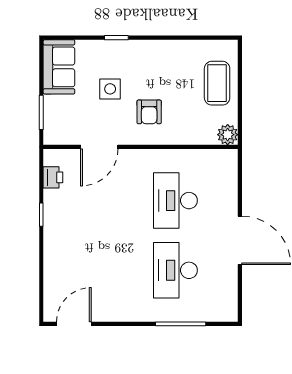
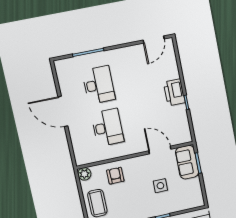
sofa: (59, 67) -> (187, 162), moved
armchair: (149, 112) -> (115, 176), moved
door: (99, 147) -> (160, 150), hinge flipped
printer: (53, 177) -> (174, 92), moved, width x1.87, depth x1.48

